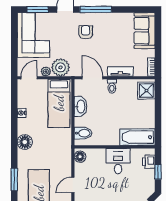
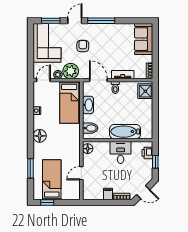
armchair: (86, 32) -> (83, 46), moved
bathtub: (137, 137) -> (125, 132), moved

